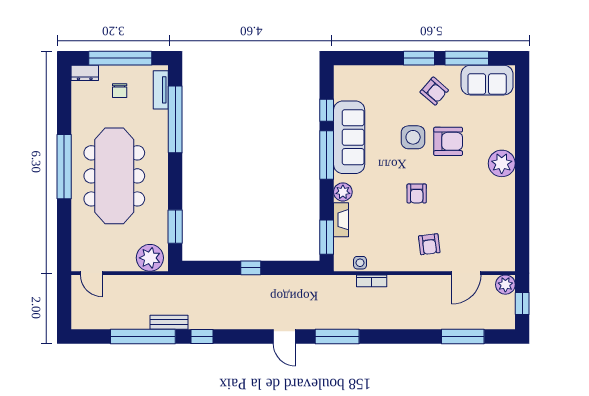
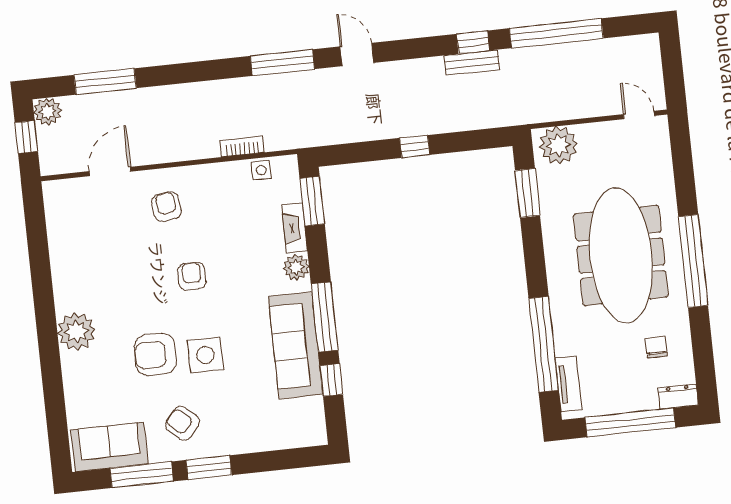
chair: (120, 91) -> (656, 347), moved
plant: (505, 285) -> (48, 112), moved
bench: (169, 322) -> (472, 63), moved

